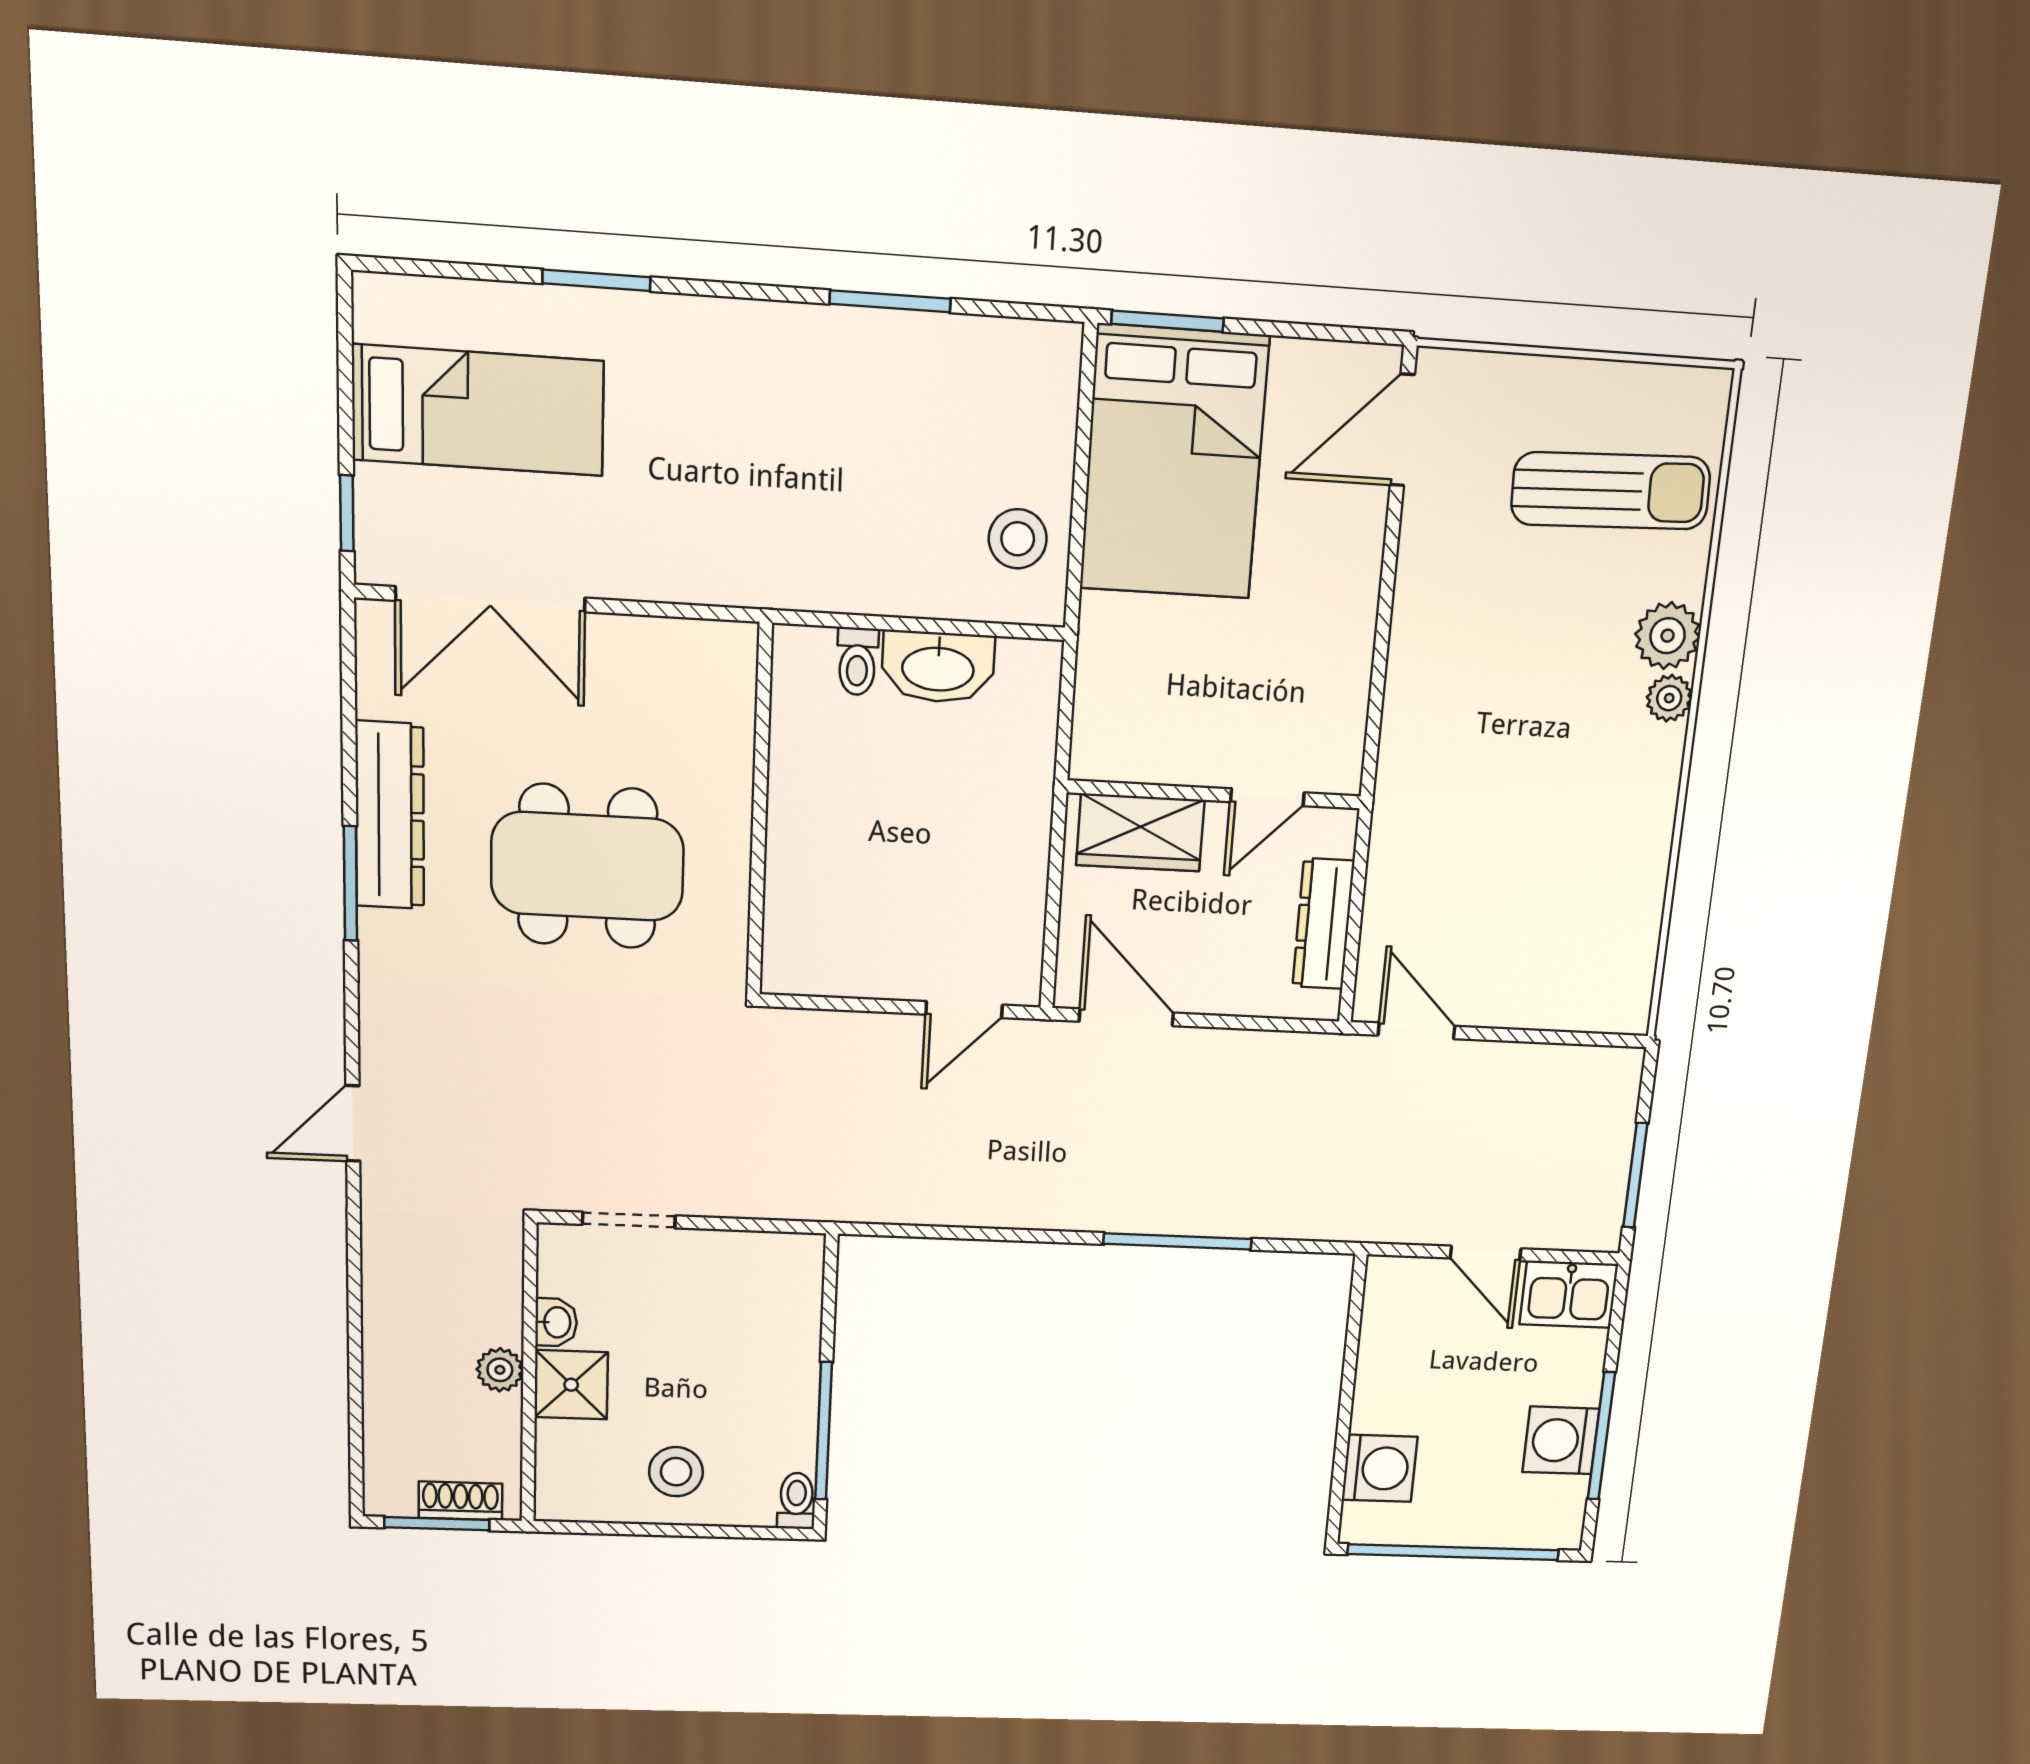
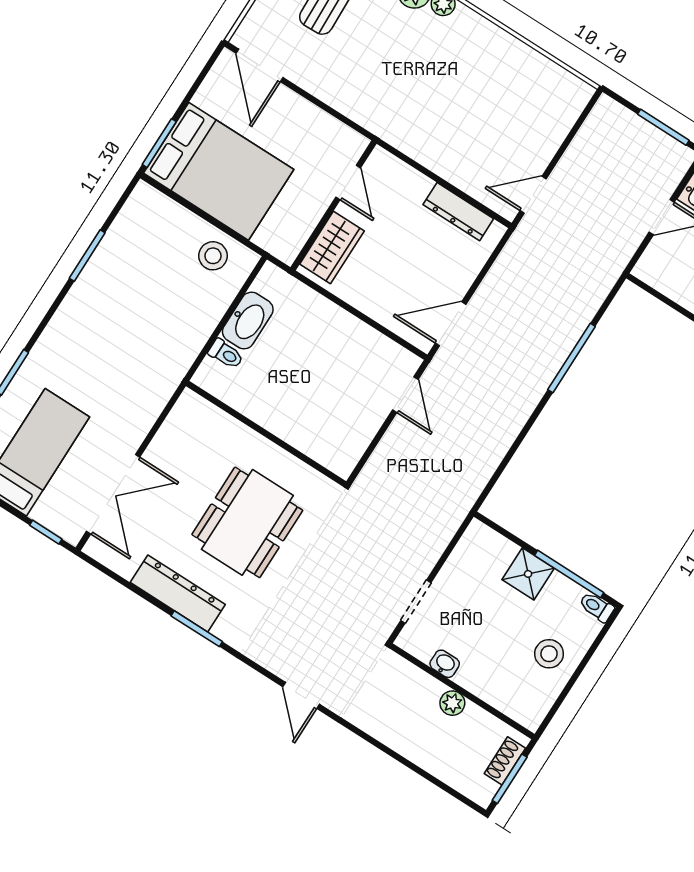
wall: (1214, 794) -> (333, 205), moved
door: (1267, 797) -> (348, 183), moved
wardrobe: (1140, 832) -> (332, 247), moved
shower: (571, 1385) -> (528, 574), moved

